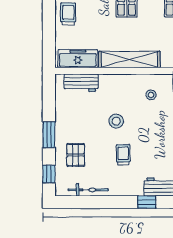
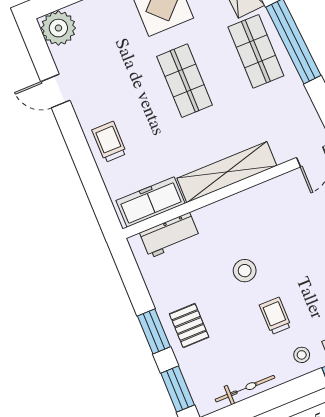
stool: (151, 95) -> (302, 355), moved
pallet: (76, 155) -> (189, 326), moved
window: (49, 174) -> (178, 389), width x1.50

